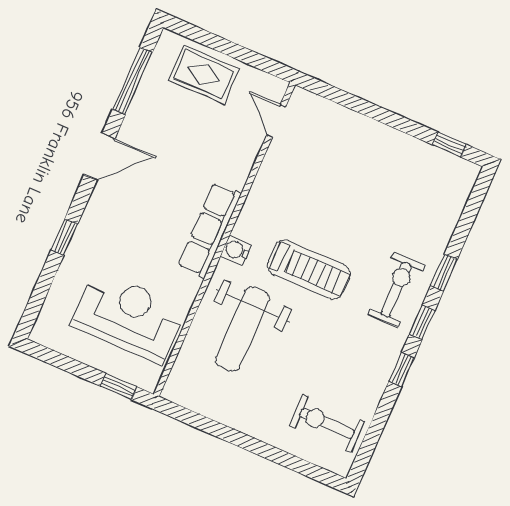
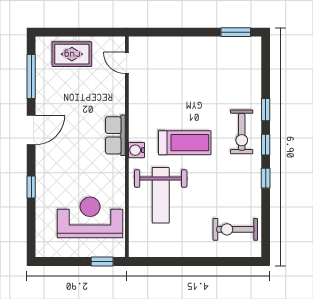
window: (449, 145) -> (236, 32), width x1.50
row of seats: (209, 230) -> (115, 135), width x0.68
exercise bike: (396, 289) -> (242, 132), turned 180

